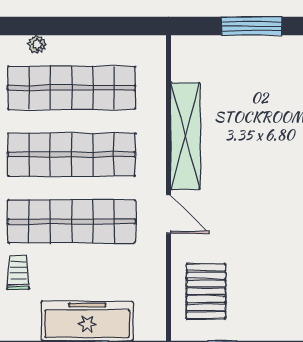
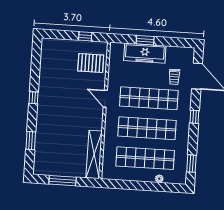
shelving: (185, 136) -> (94, 154), moved
pallet: (206, 291) -> (91, 63), turned 90

